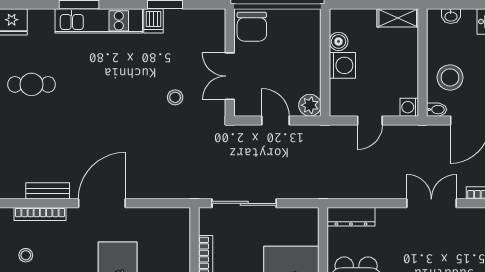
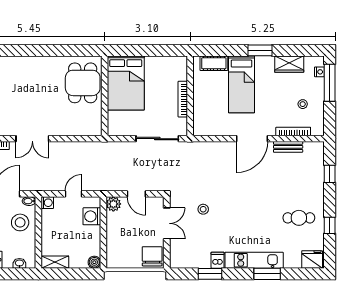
boiler: (339, 41) -> (94, 262), moved
washing machine: (342, 65) -> (92, 216), moved
dresser: (351, 217) -> (86, 130), removed

